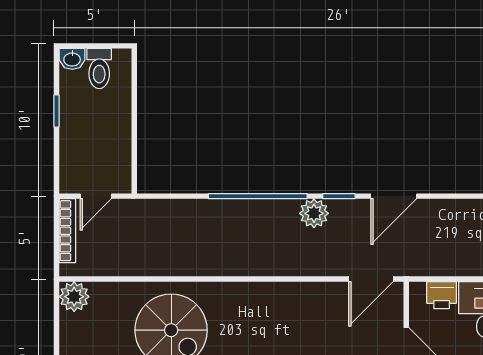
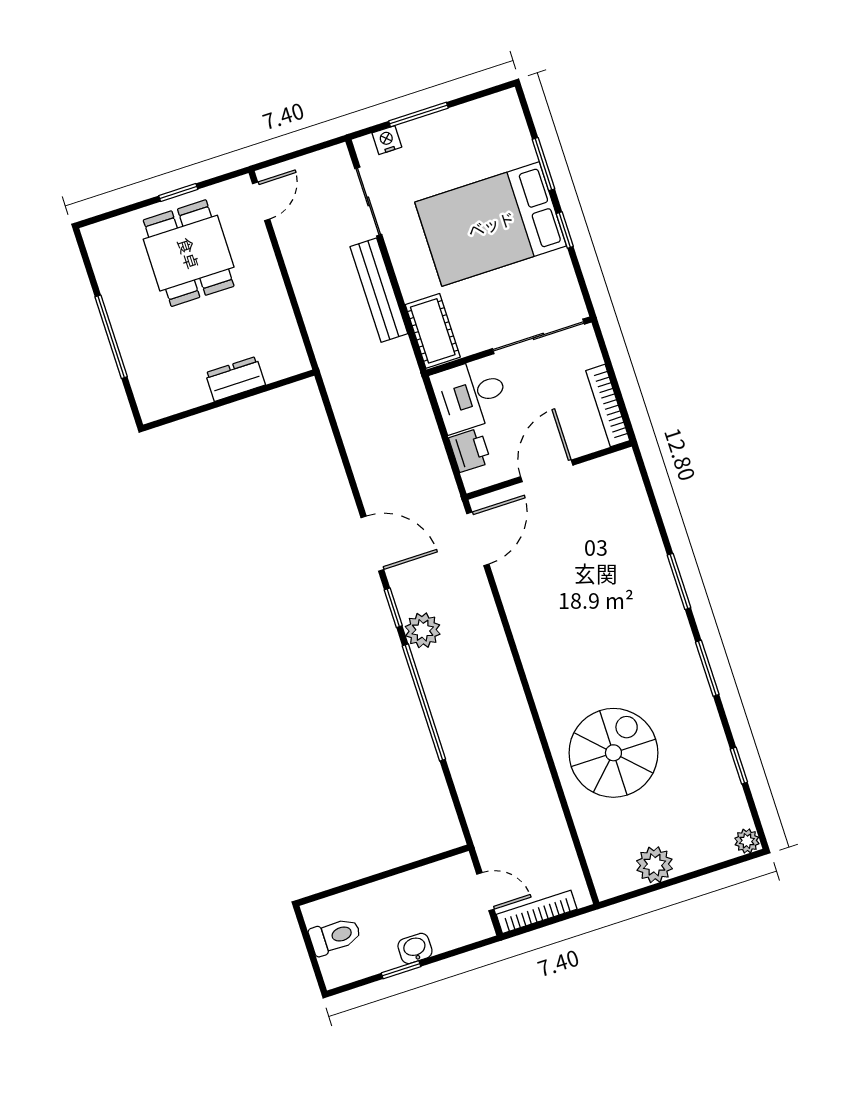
washbasin: (72, 59) -> (415, 948), moved, turned -90
door: (371, 279) -> (478, 539), hinge flipped
plant: (74, 297) -> (654, 865), moved

